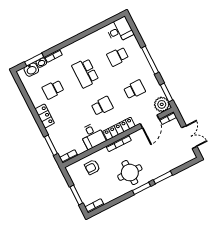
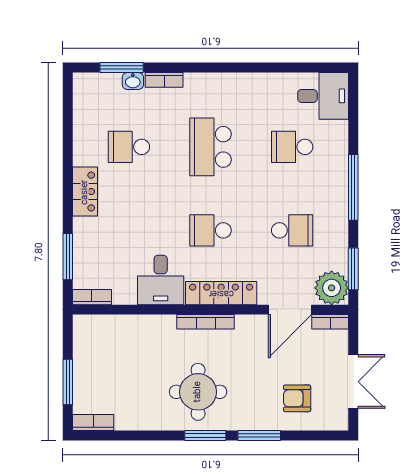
washbasin: (31, 70) -> (106, 85), removed
school desk: (102, 106) -> (211, 230), turned 180
armchair: (92, 167) -> (297, 398), moved

